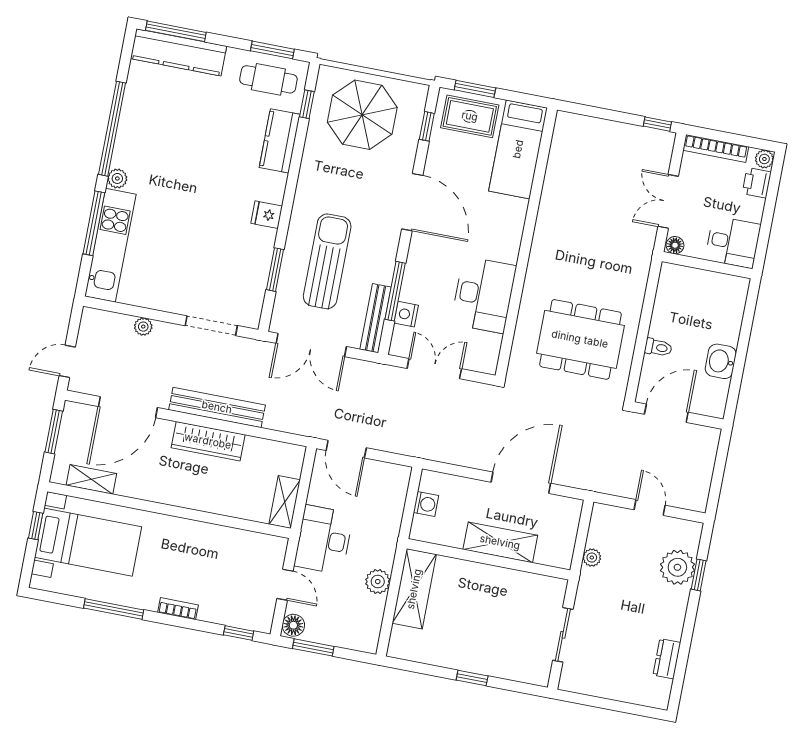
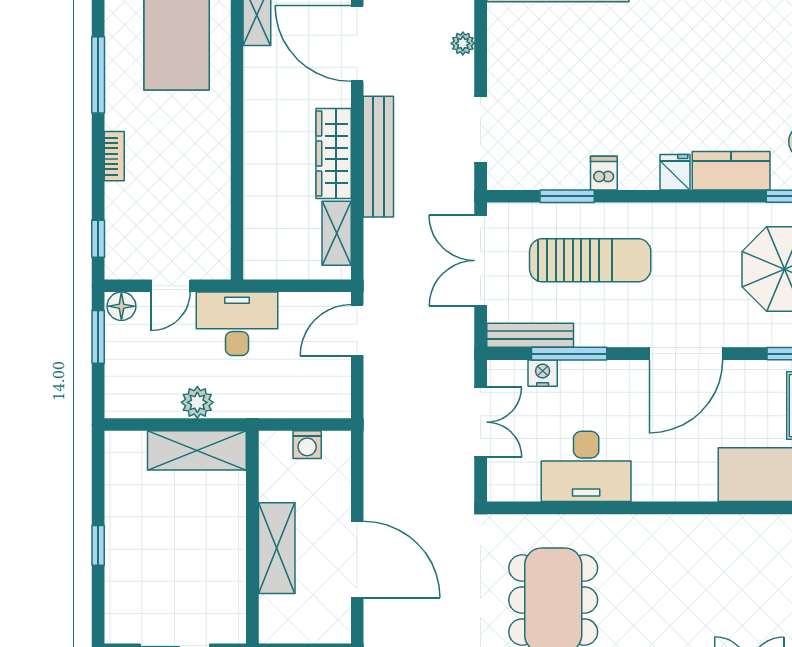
fridge: (267, 215) -> (675, 172), moved
dishwasher: (263, 238) -> (604, 173), added
shelving: (285, 502) -> (337, 233), moved, turned 90

